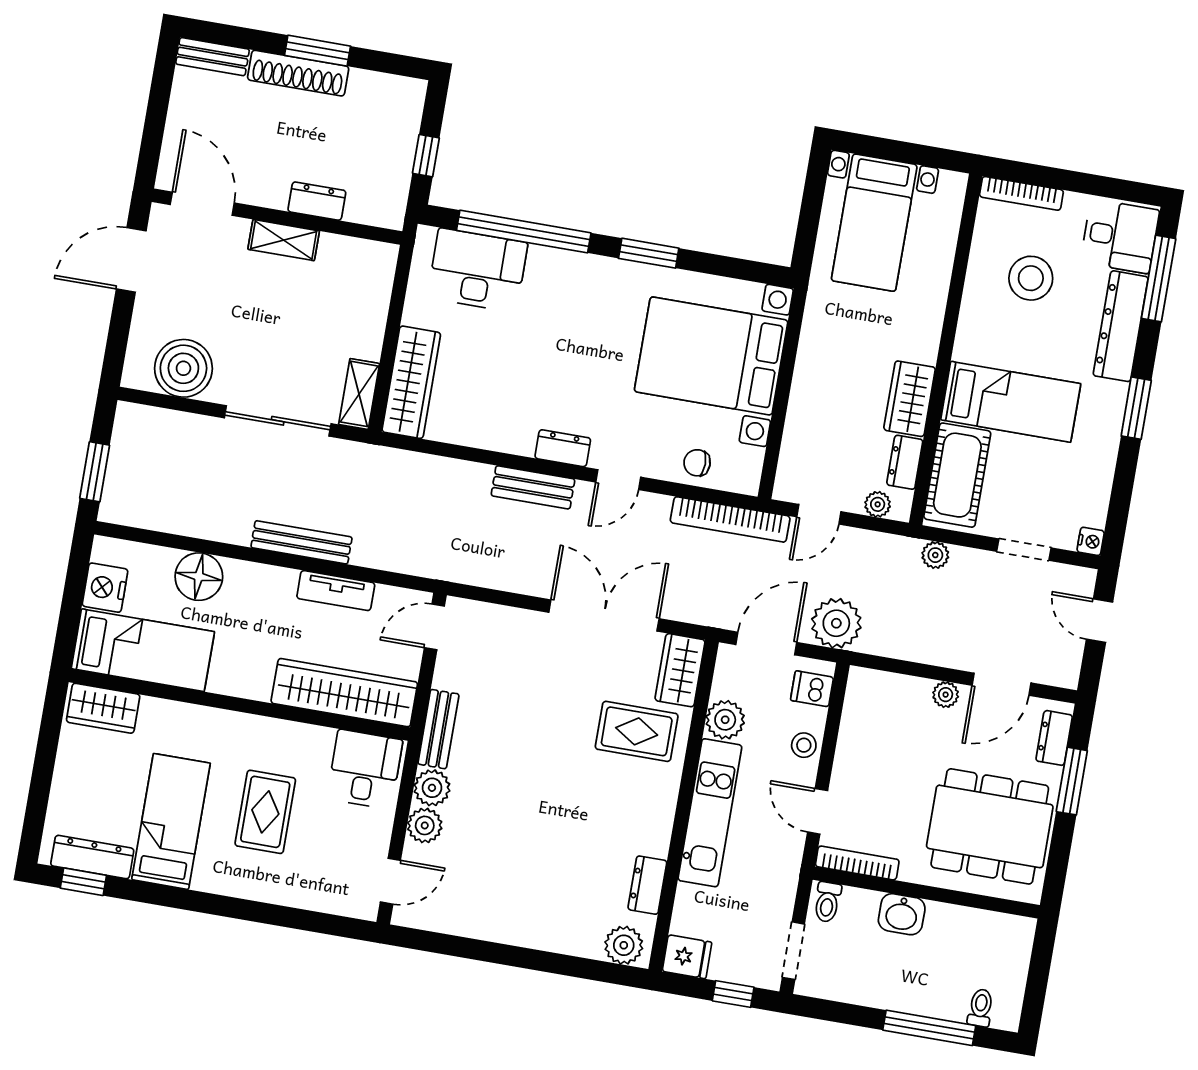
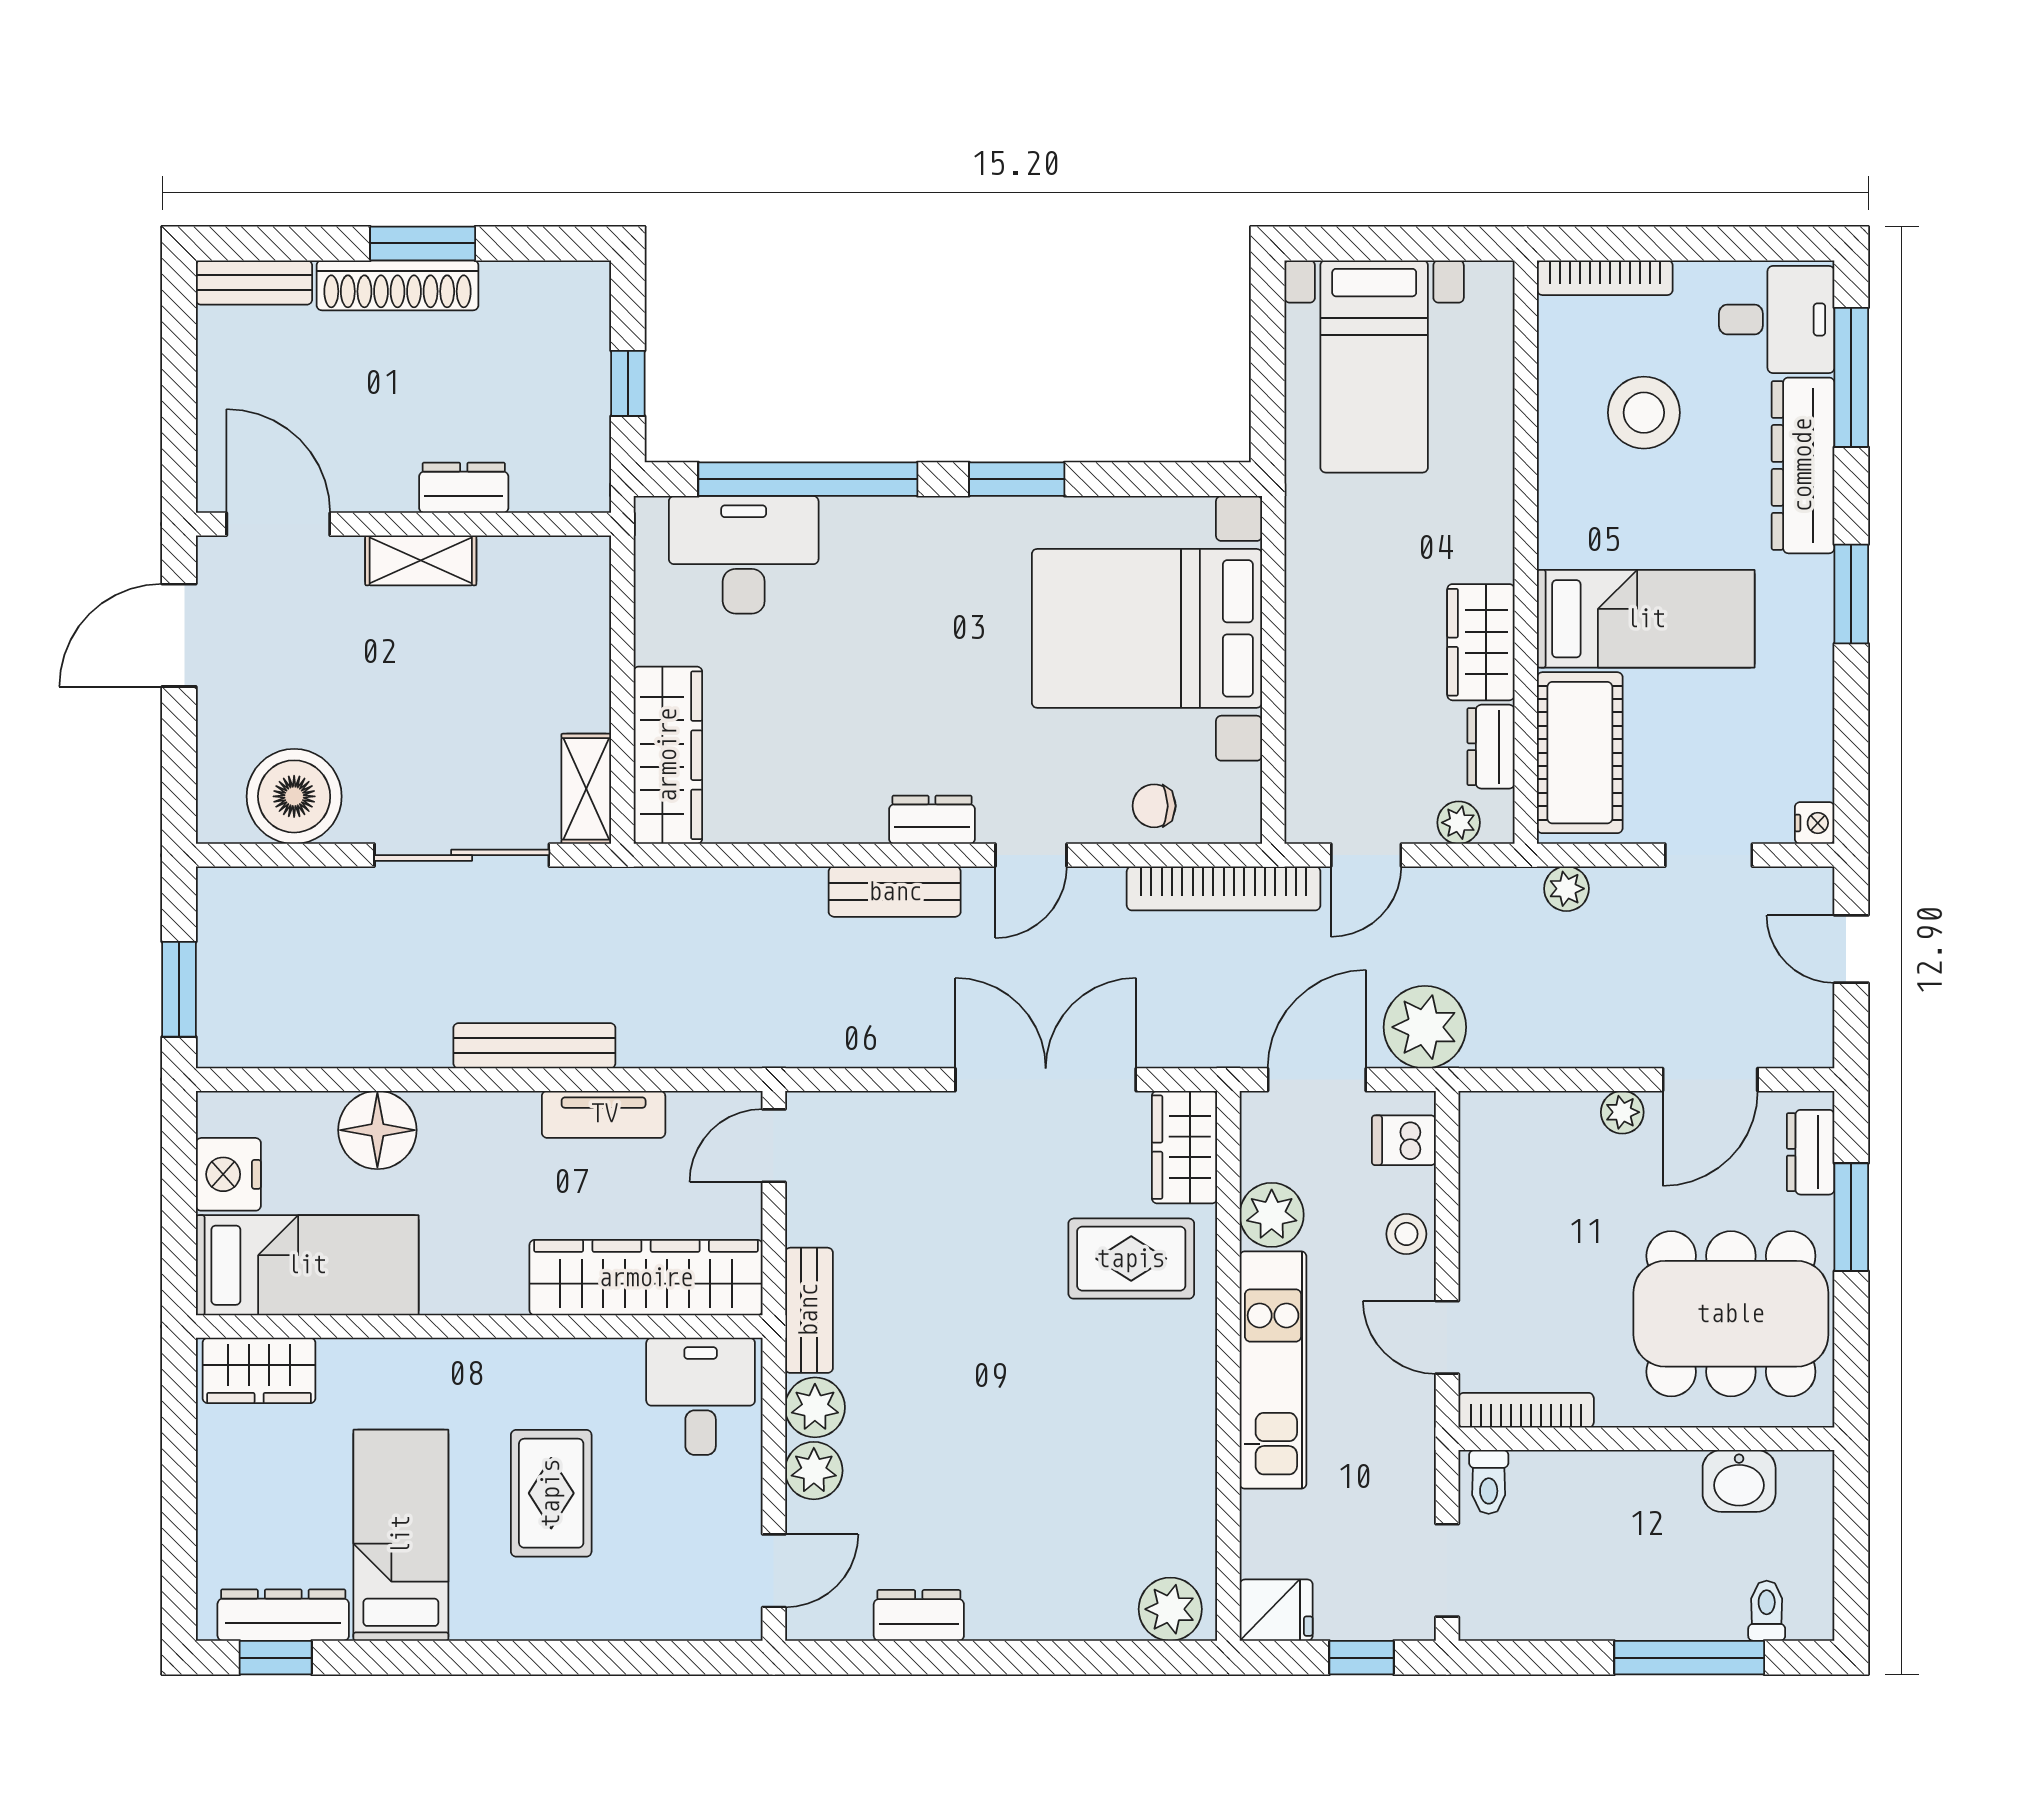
dresser: (647, 885) -> (919, 1615), moved, turned 90
washbasin: (902, 914) -> (1739, 1481), moved

